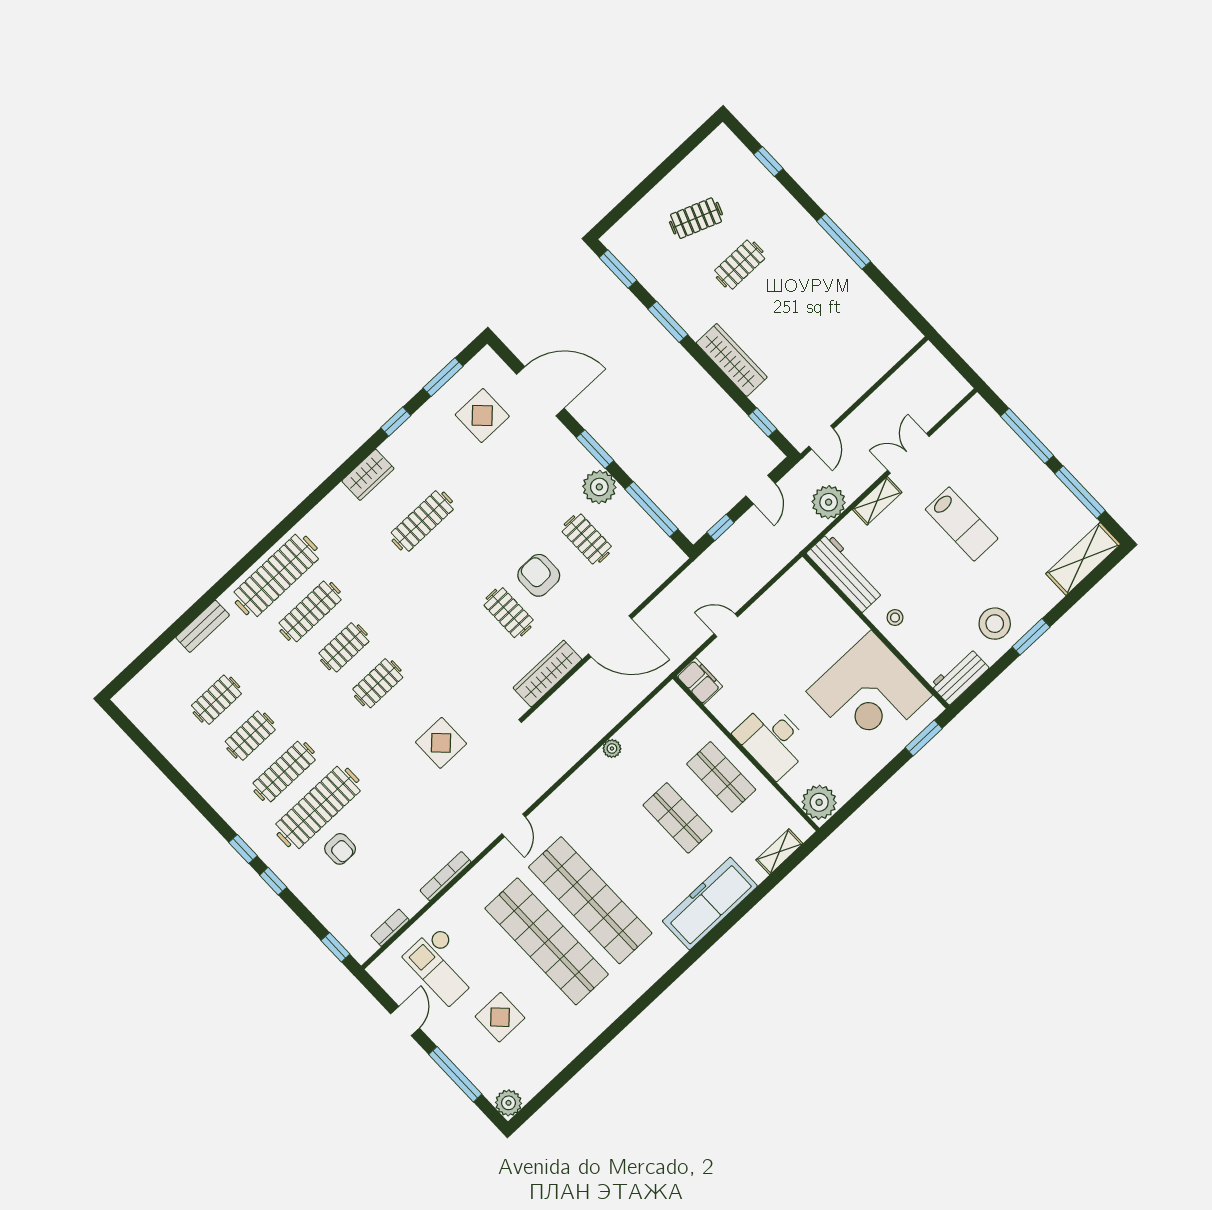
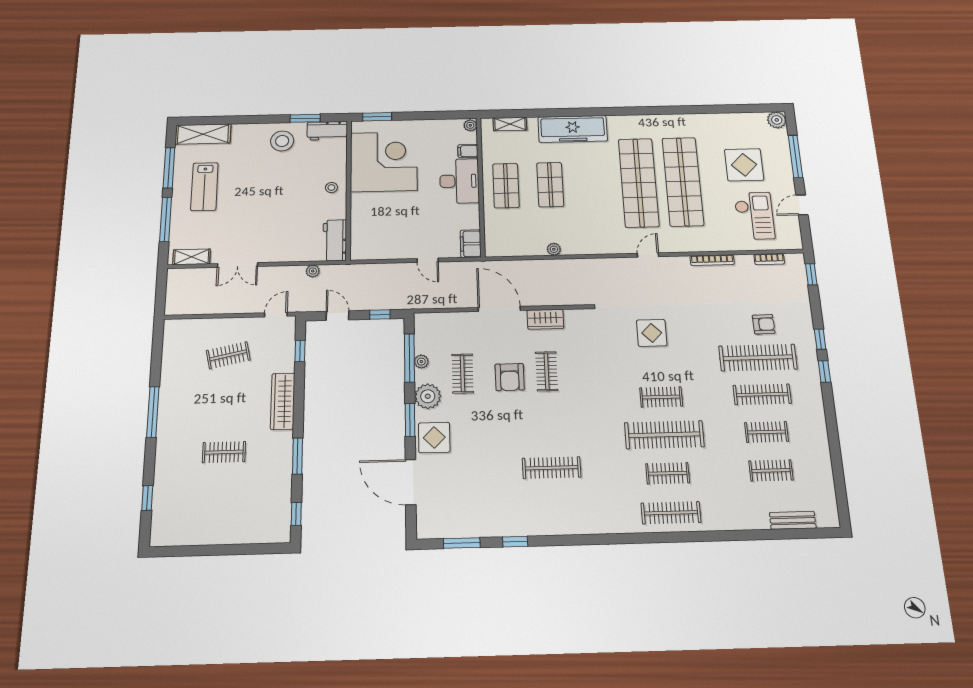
clothes rail: (696, 218) -> (228, 355), moved, turned -33
window: (618, 269) -> (296, 514), width x0.67
display table: (482, 415) -> (434, 438), moved
wardrobe: (368, 475) -> (561, 524), removed
door: (761, 490) -> (338, 316), hinge flipped
shelving: (877, 501) -> (192, 257), moved
plant: (829, 502) -> (313, 271), width x0.53, depth x0.53
plant: (637, 516) -> (421, 362), added
lab bench: (962, 524) -> (204, 187), moved, turned 180
workbench: (845, 573) -> (335, 240), width x0.73
clothes rail: (276, 575) -> (671, 513), width x0.73, depth x0.76
clothes rail: (310, 611) -> (668, 473), width x0.73
bench: (203, 626) -> (793, 520), moved
window: (1031, 637) -> (305, 118), moved
clothes rail: (344, 647) -> (664, 435), width x1.86, depth x1.31
wardrobe: (547, 674) -> (545, 319), width x0.67
filing cabinet: (795, 782) -> (468, 151), added
plant: (819, 802) -> (470, 125), width x0.53, depth x0.53
armchair: (340, 849) -> (764, 324), turned 89
display table: (500, 1017) -> (744, 165), width x1.36, depth x1.36

